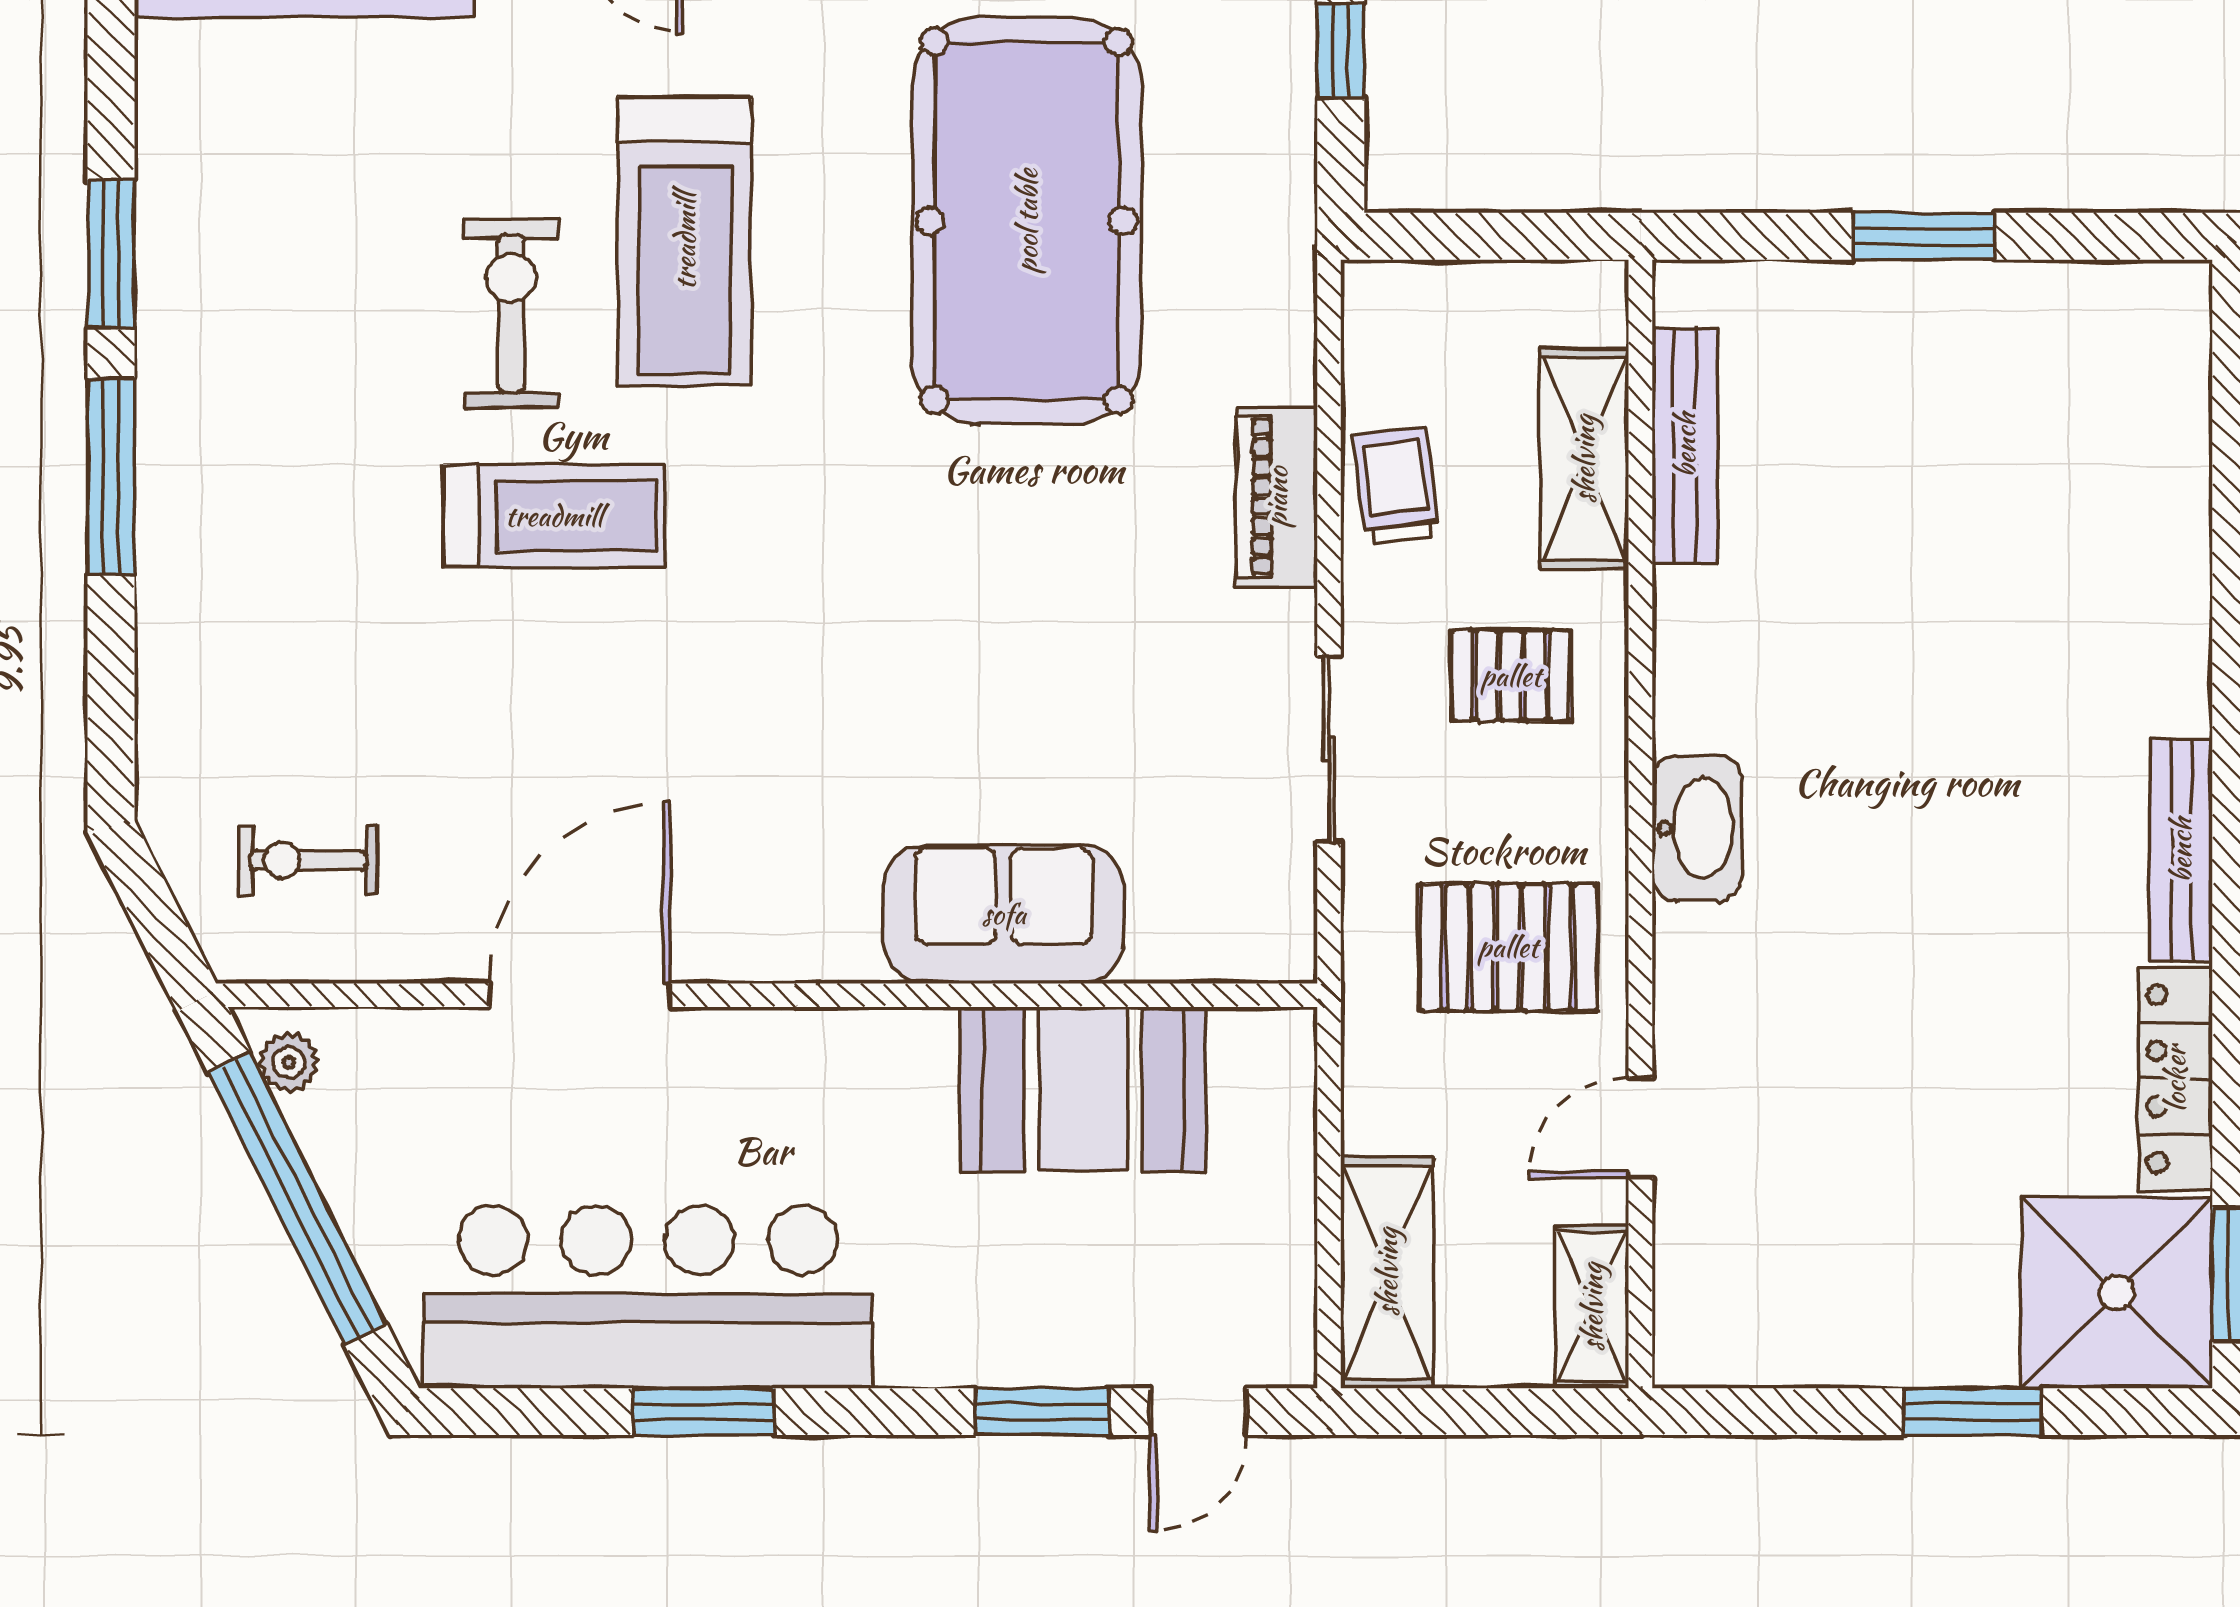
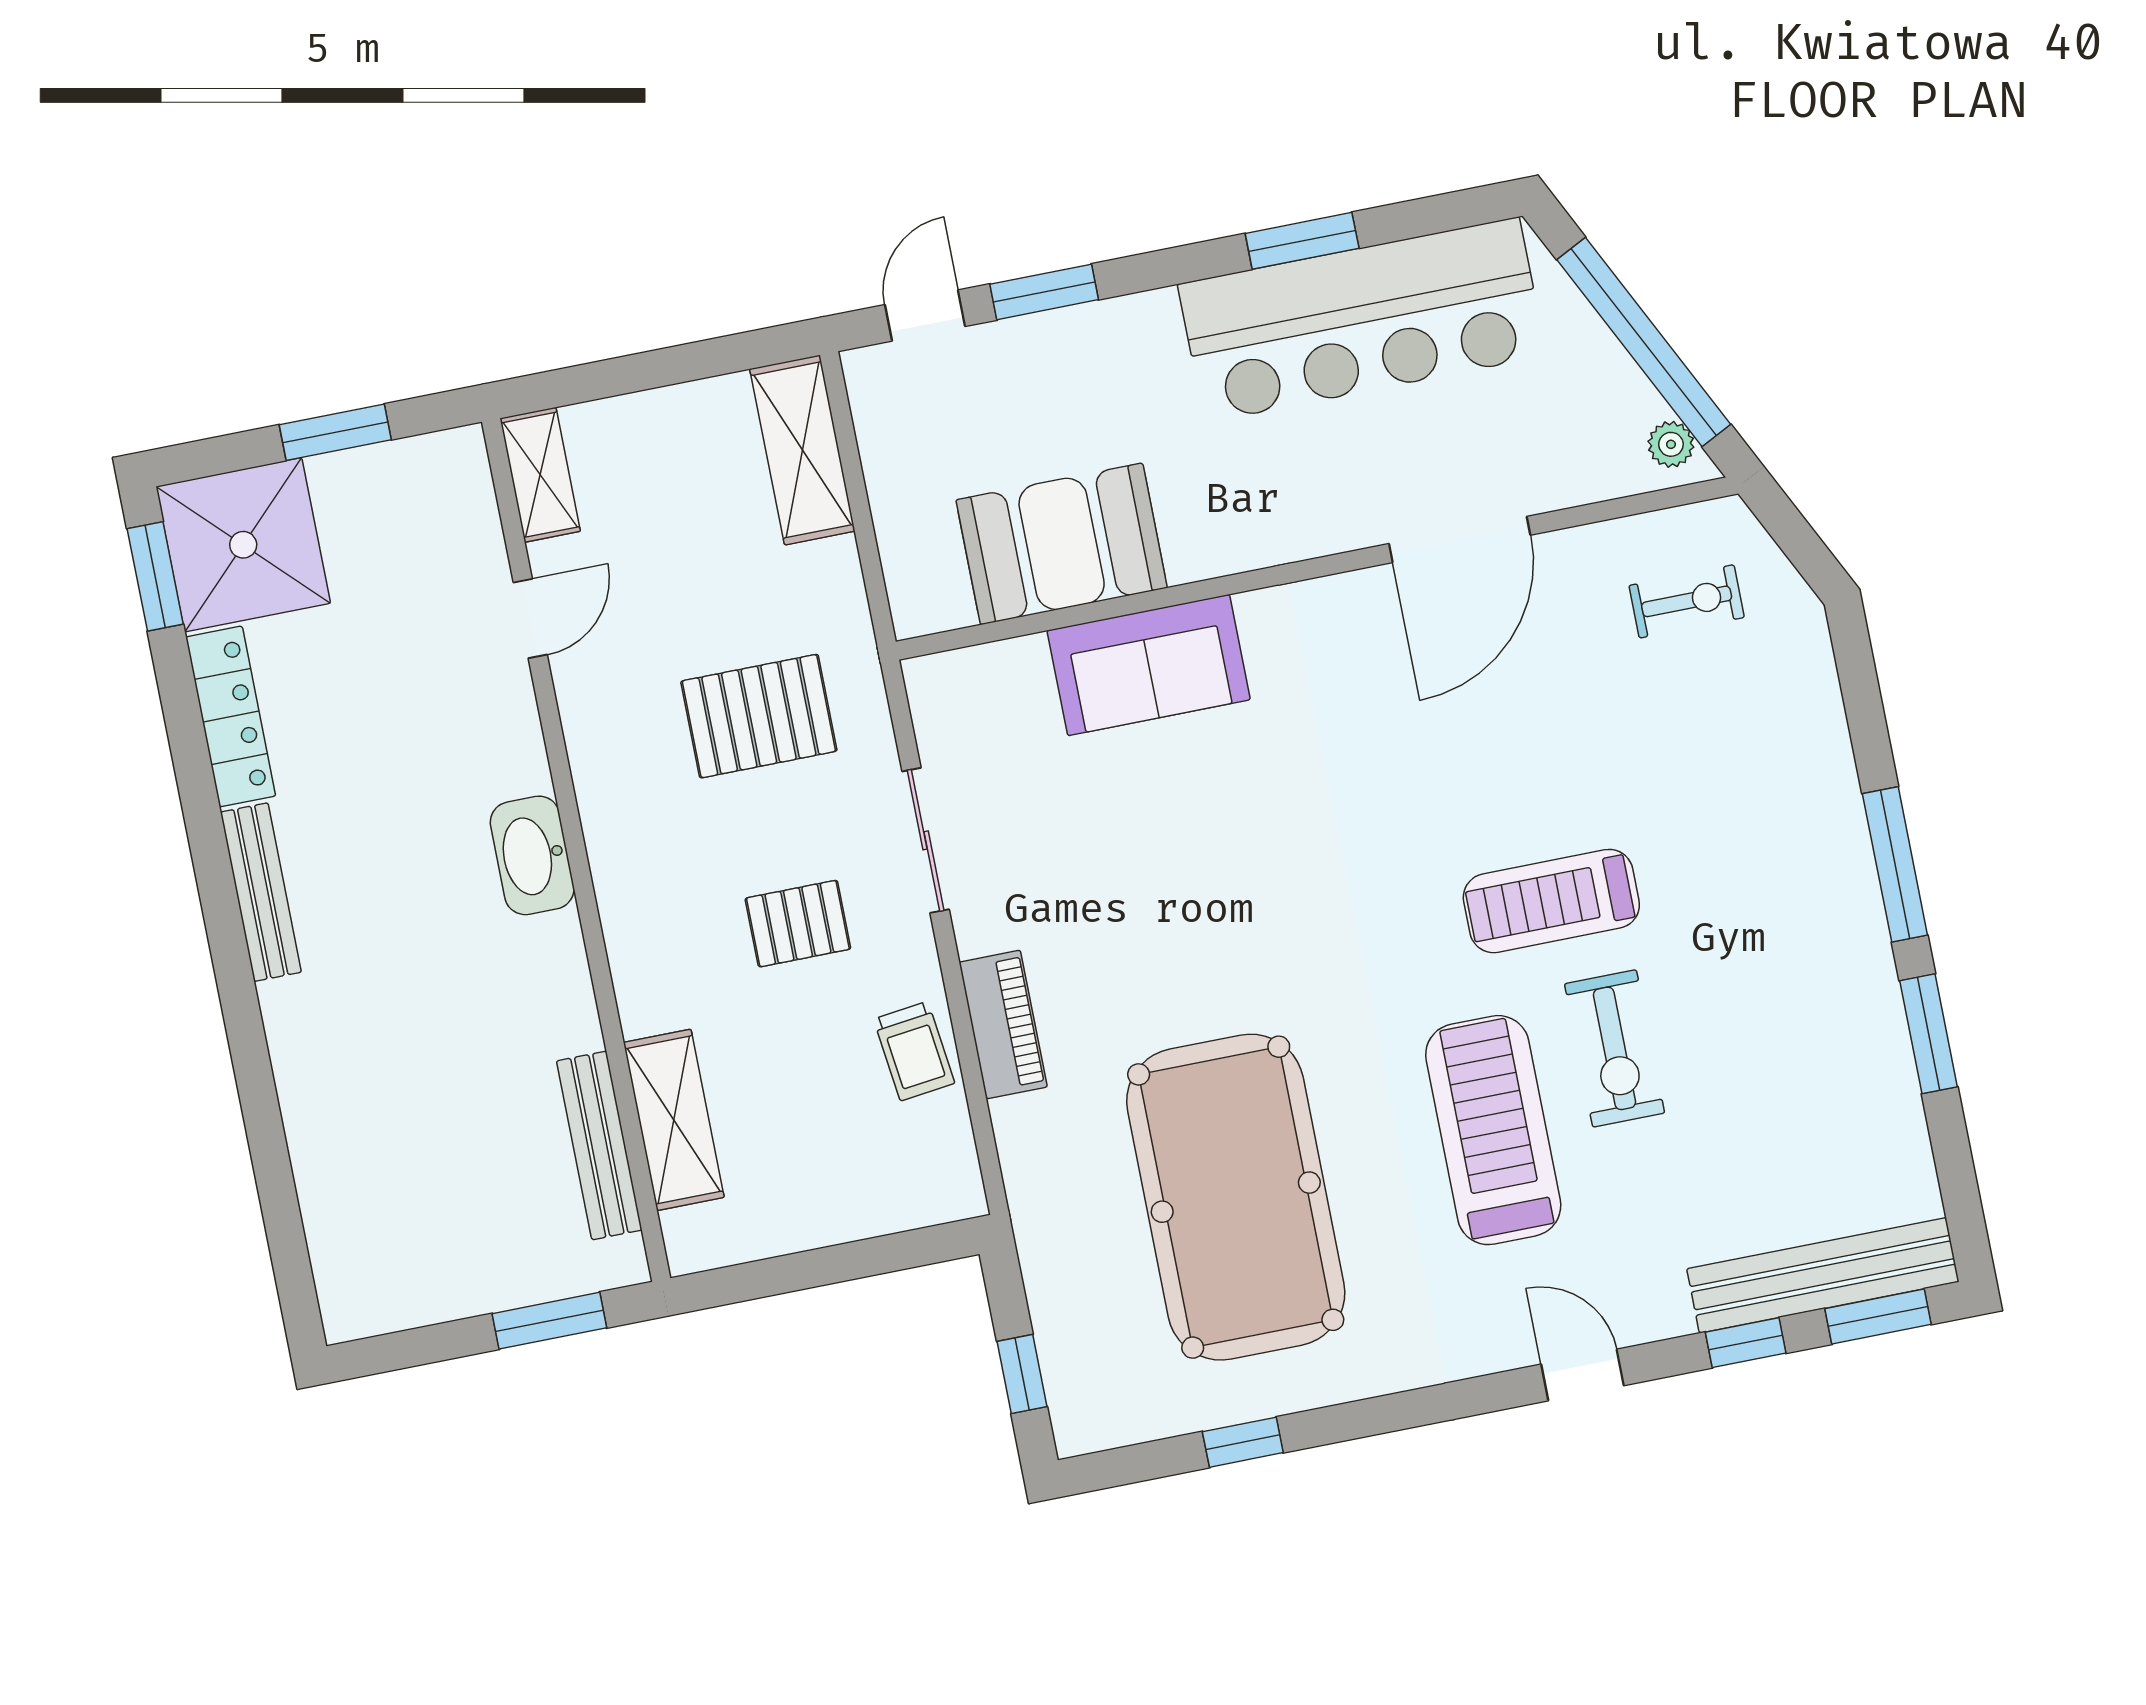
bench: (1685, 445) -> (599, 1145), moved
shelving: (1584, 459) -> (674, 1120), moved
wall: (1640, 824) -> (576, 850), moved
washbasin: (1697, 828) -> (532, 855), moved
door: (1640, 1128) -> (530, 619), moved
shelving: (1592, 1307) -> (540, 475), moved

